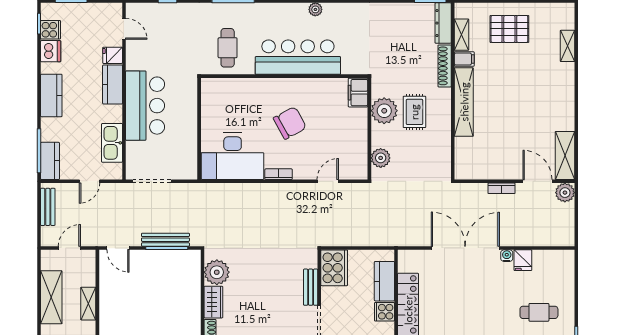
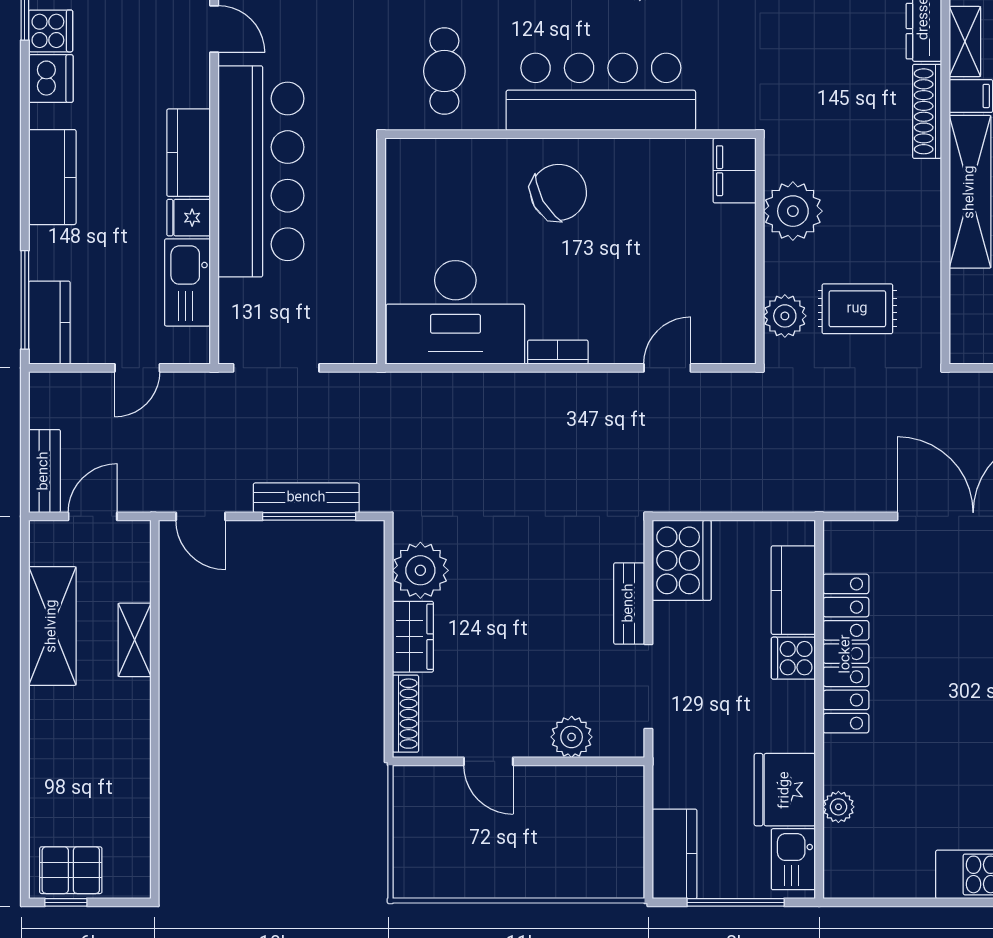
fridge: (113, 55) -> (189, 218), moved
bar counter: (145, 106) -> (261, 171), width x1.36
rug: (414, 112) -> (857, 309), moved, turned 90
chair: (290, 123) -> (559, 192), moved
bench: (48, 207) -> (44, 471), moved

